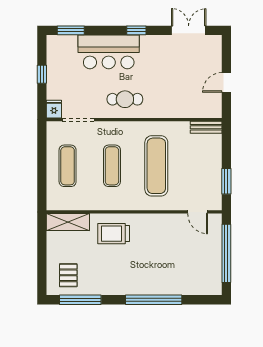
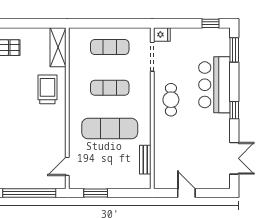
window: (42, 74) -> (210, 23), moved
bench: (206, 127) -> (145, 160), moved

